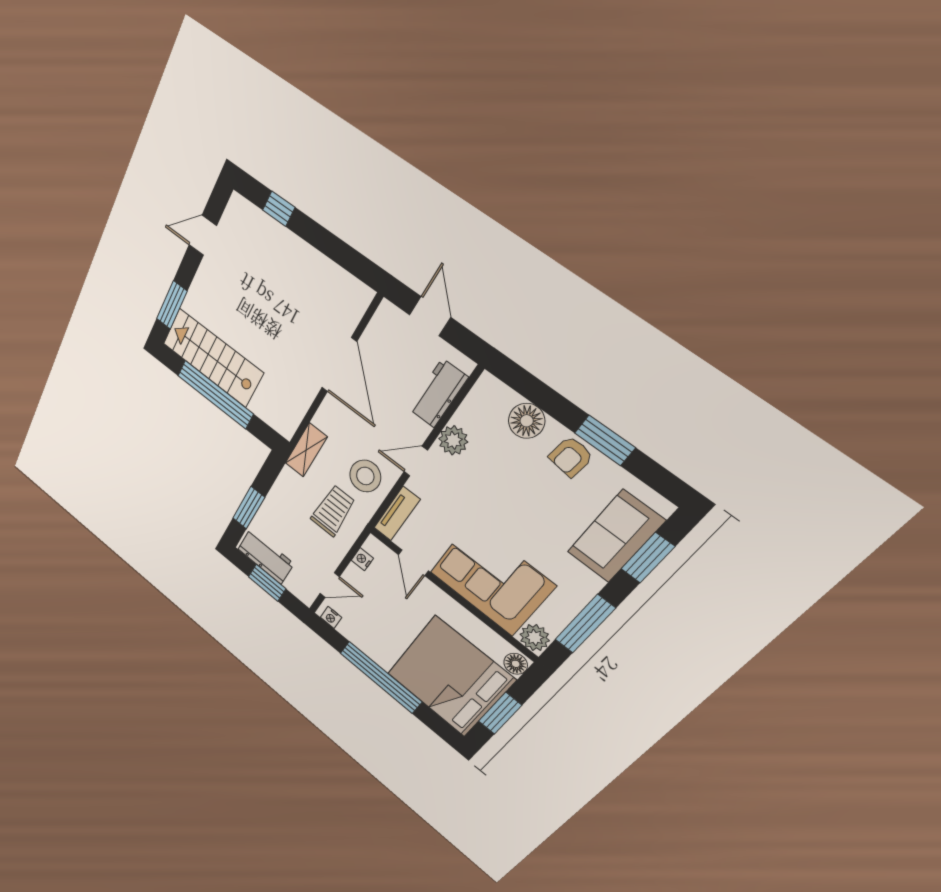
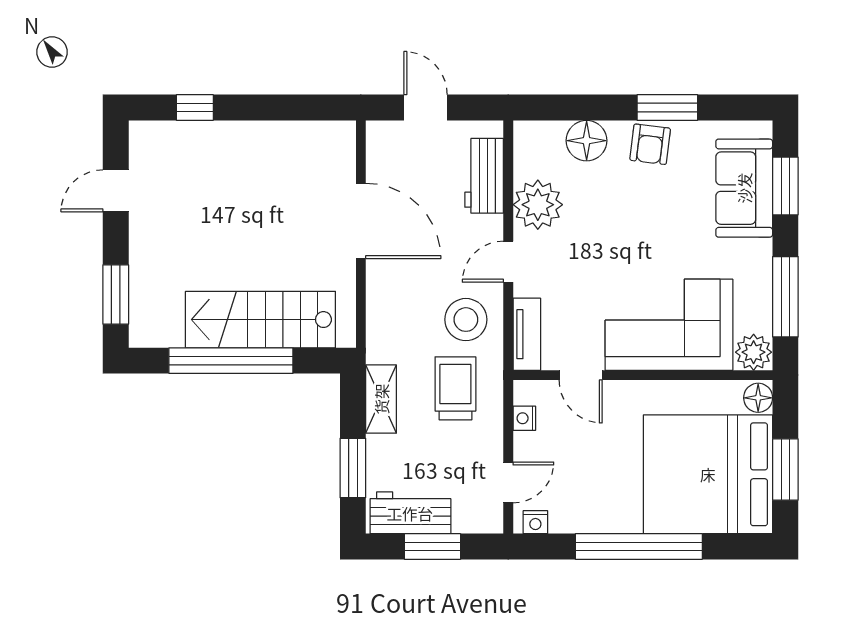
stairs: (213, 358) -> (260, 320), moved
plant: (453, 440) -> (538, 205), width x1.36, depth x1.36
shelving: (306, 450) -> (381, 399), moved

